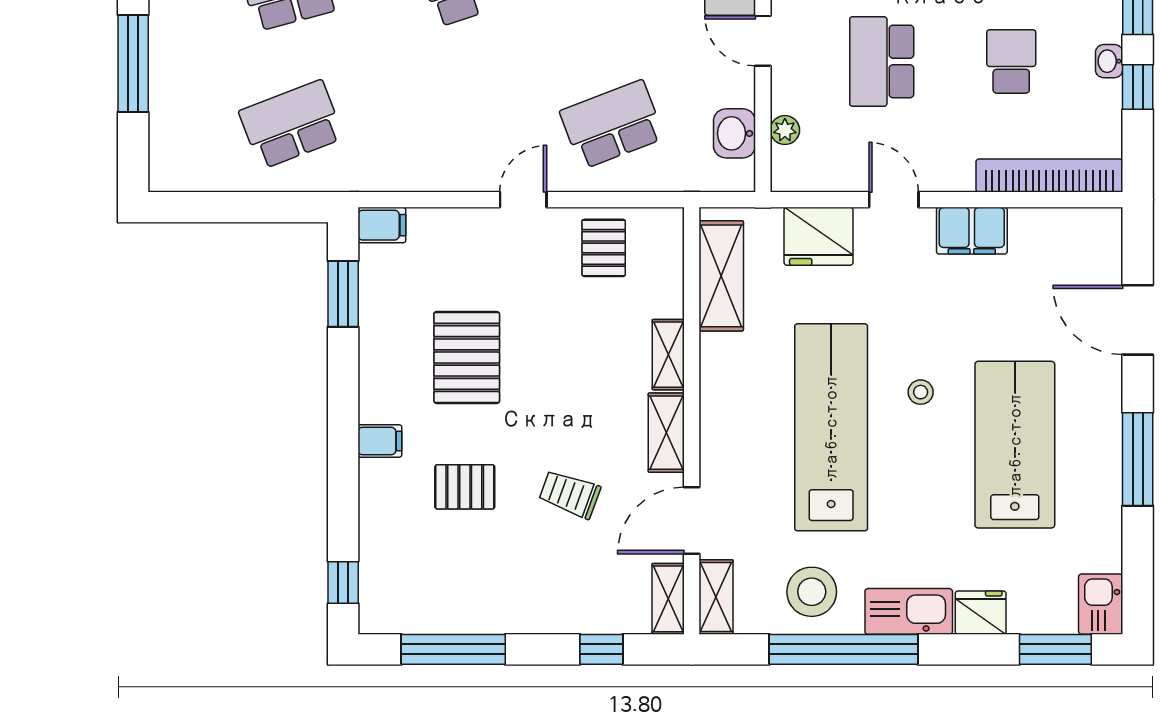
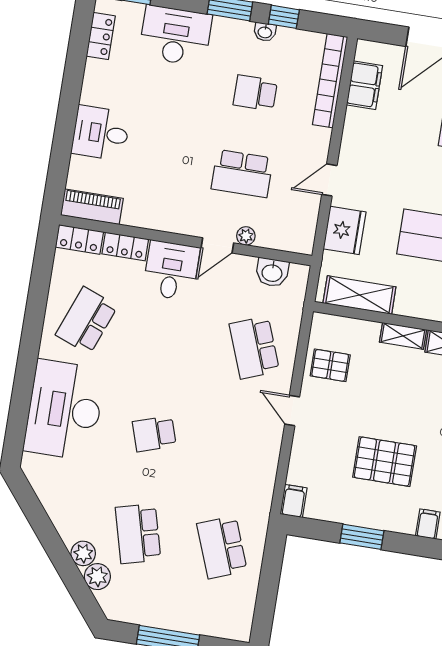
plant: (785, 130) -> (246, 236), moved
filing cabinet: (972, 231) -> (365, 85), moved
window: (343, 294) -> (362, 537), moved

